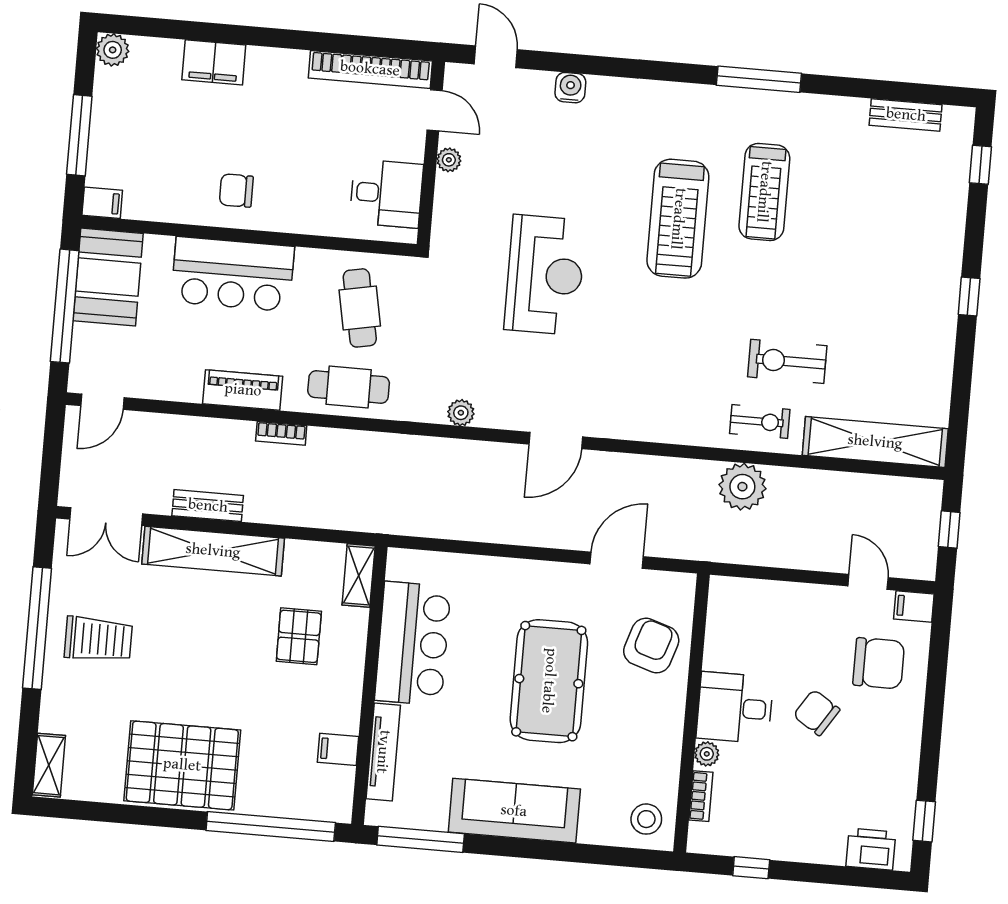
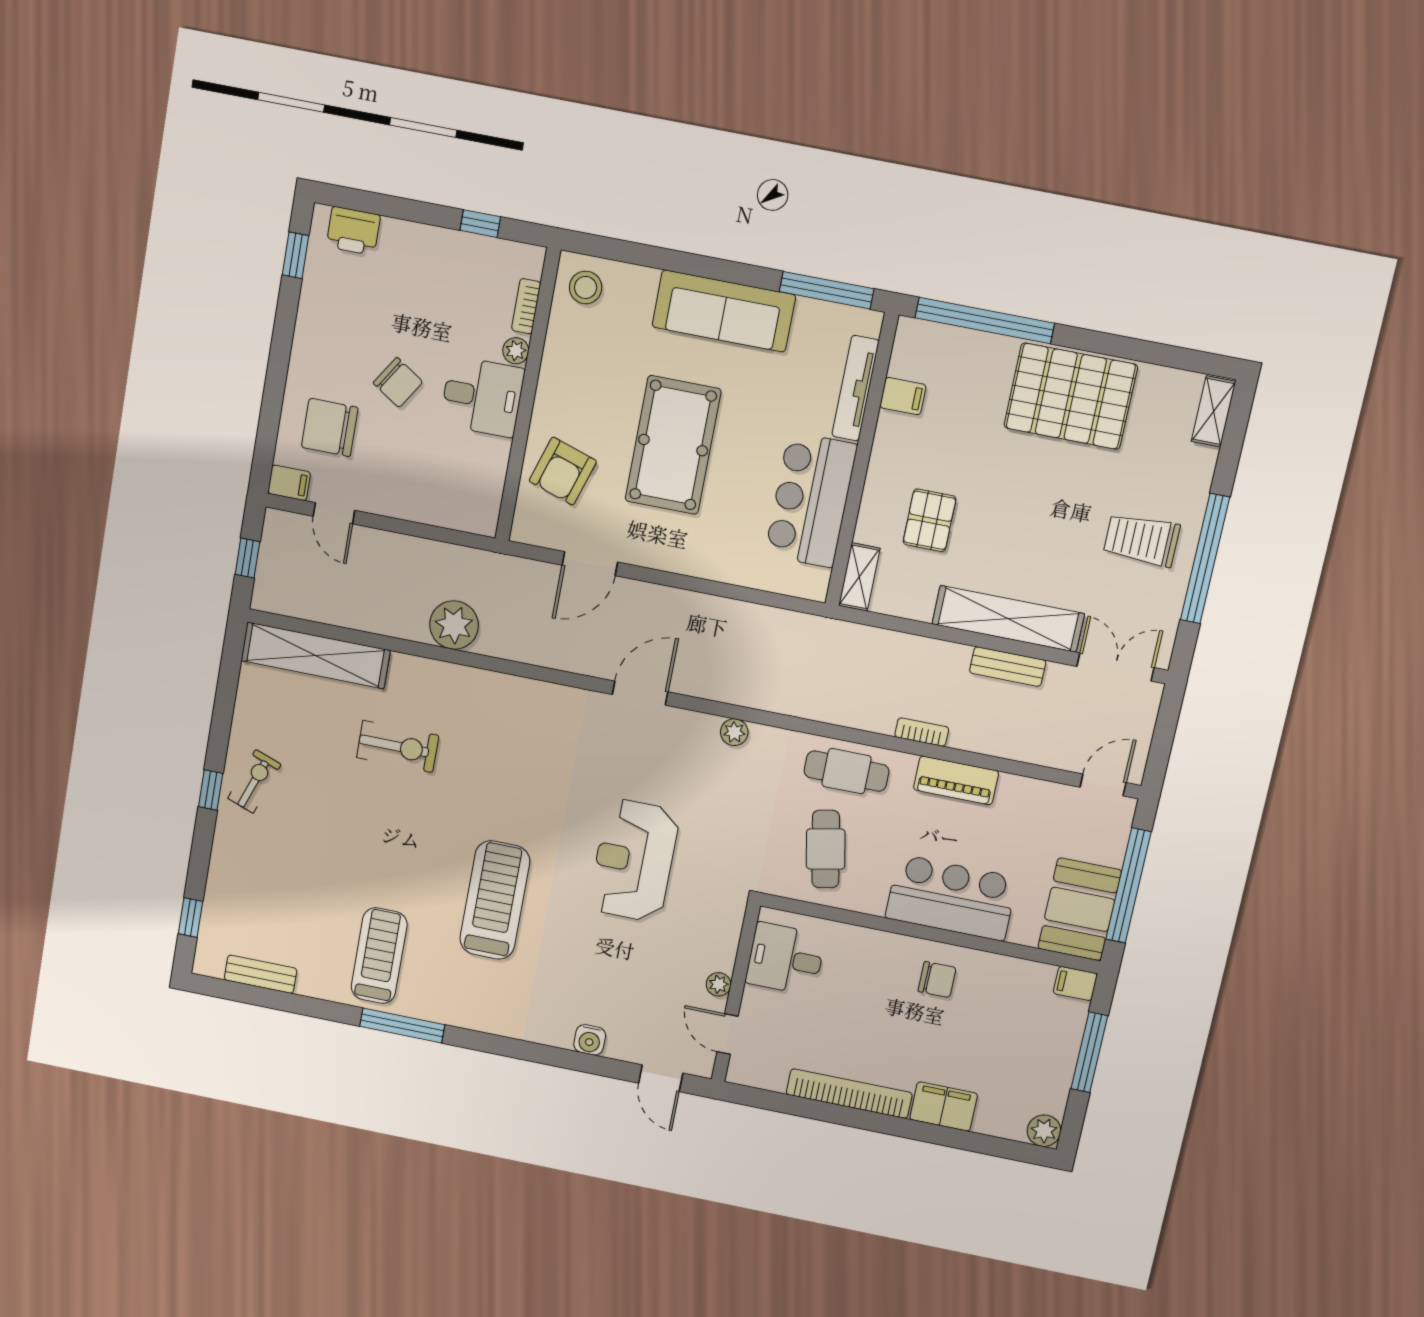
bookcase: (370, 69) -> (849, 1094), moved
treadmill: (764, 192) -> (379, 956), moved
exercise bike: (760, 421) -> (254, 781), moved, turned 110

